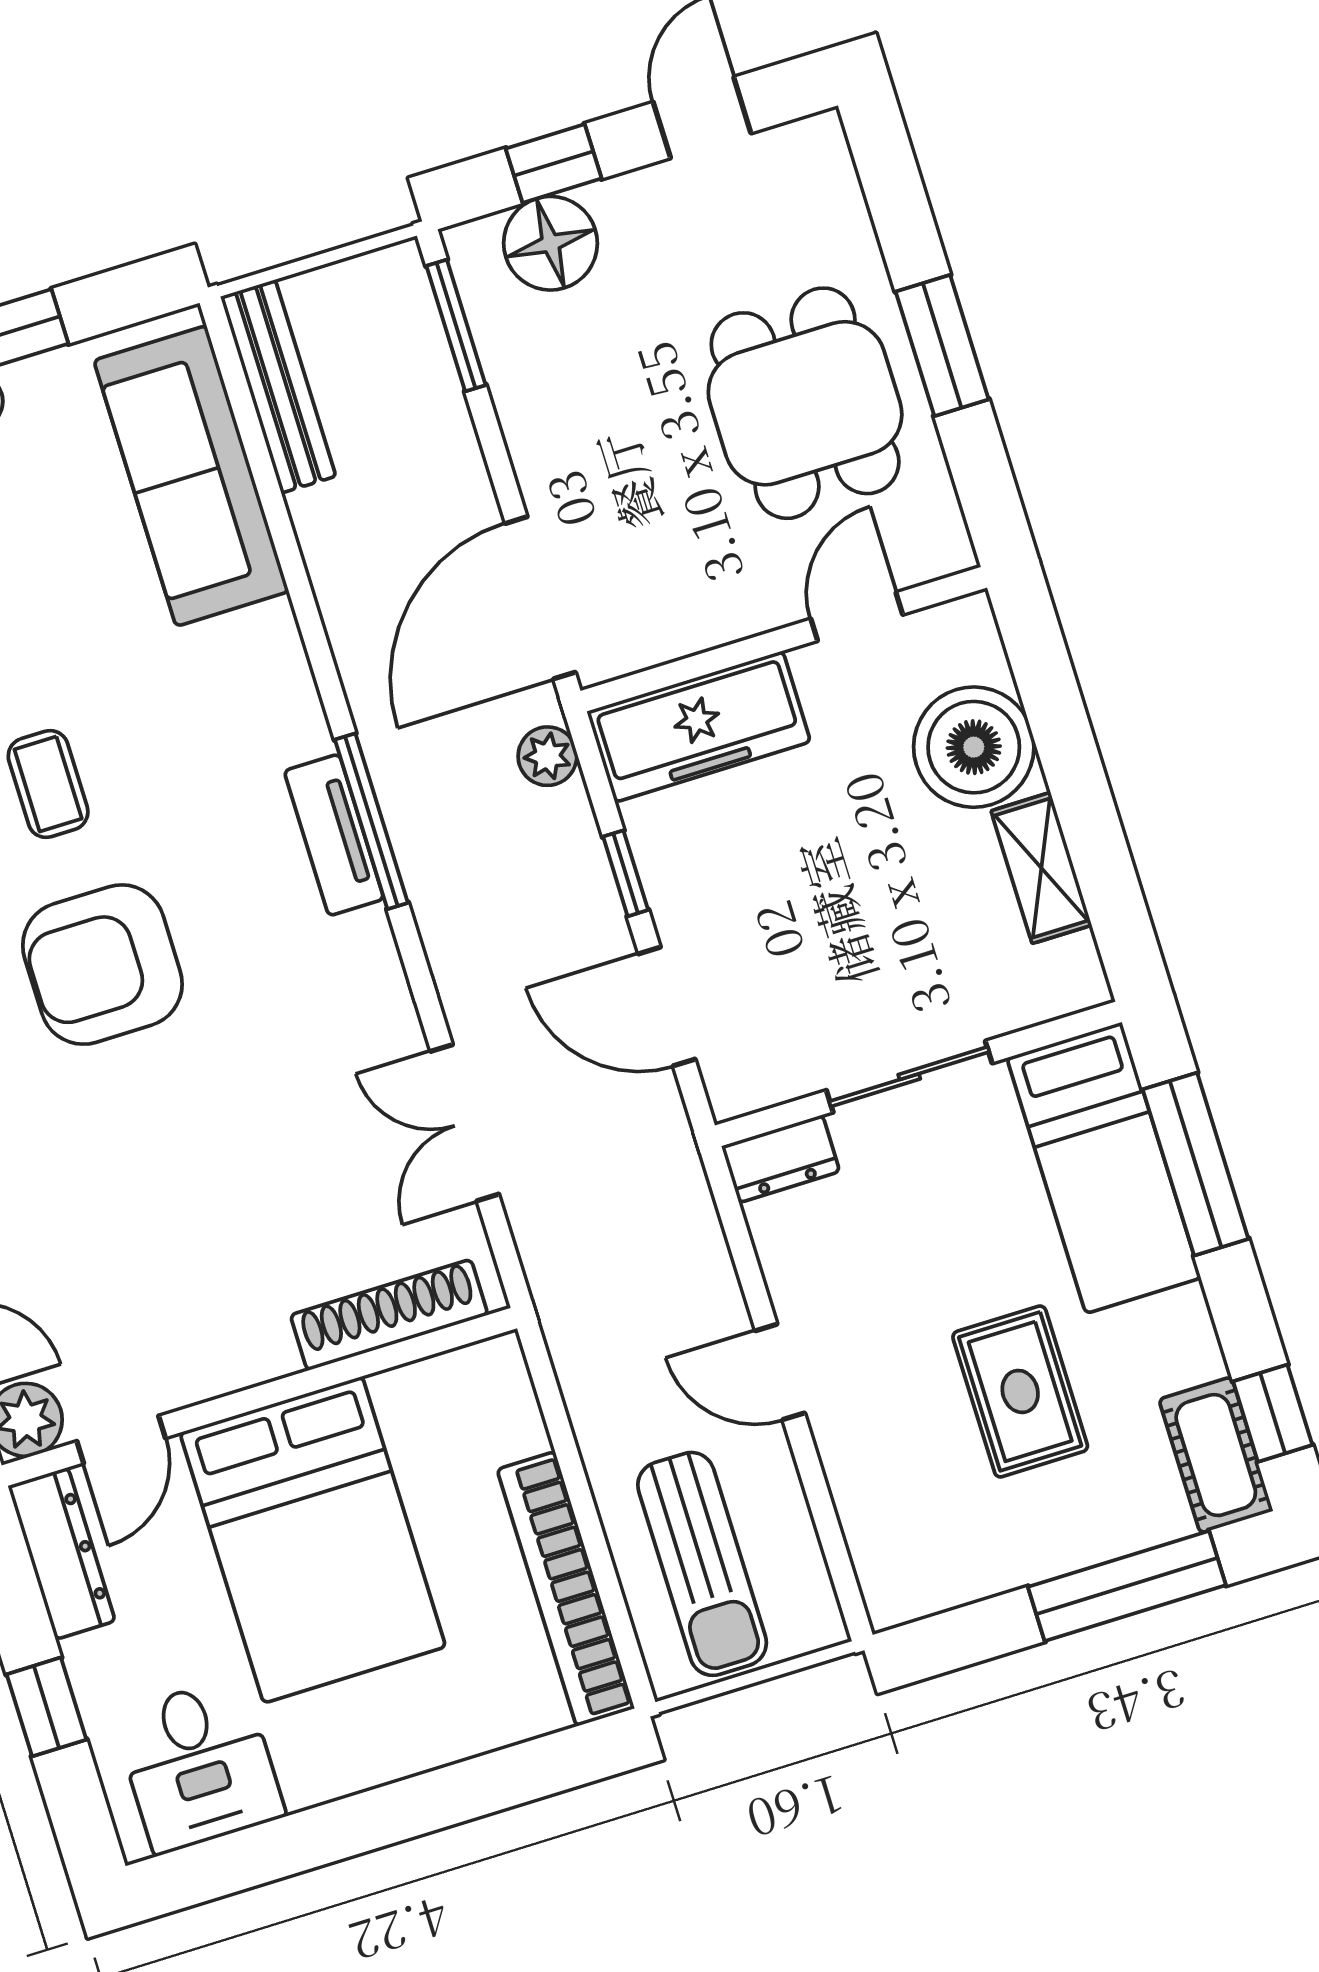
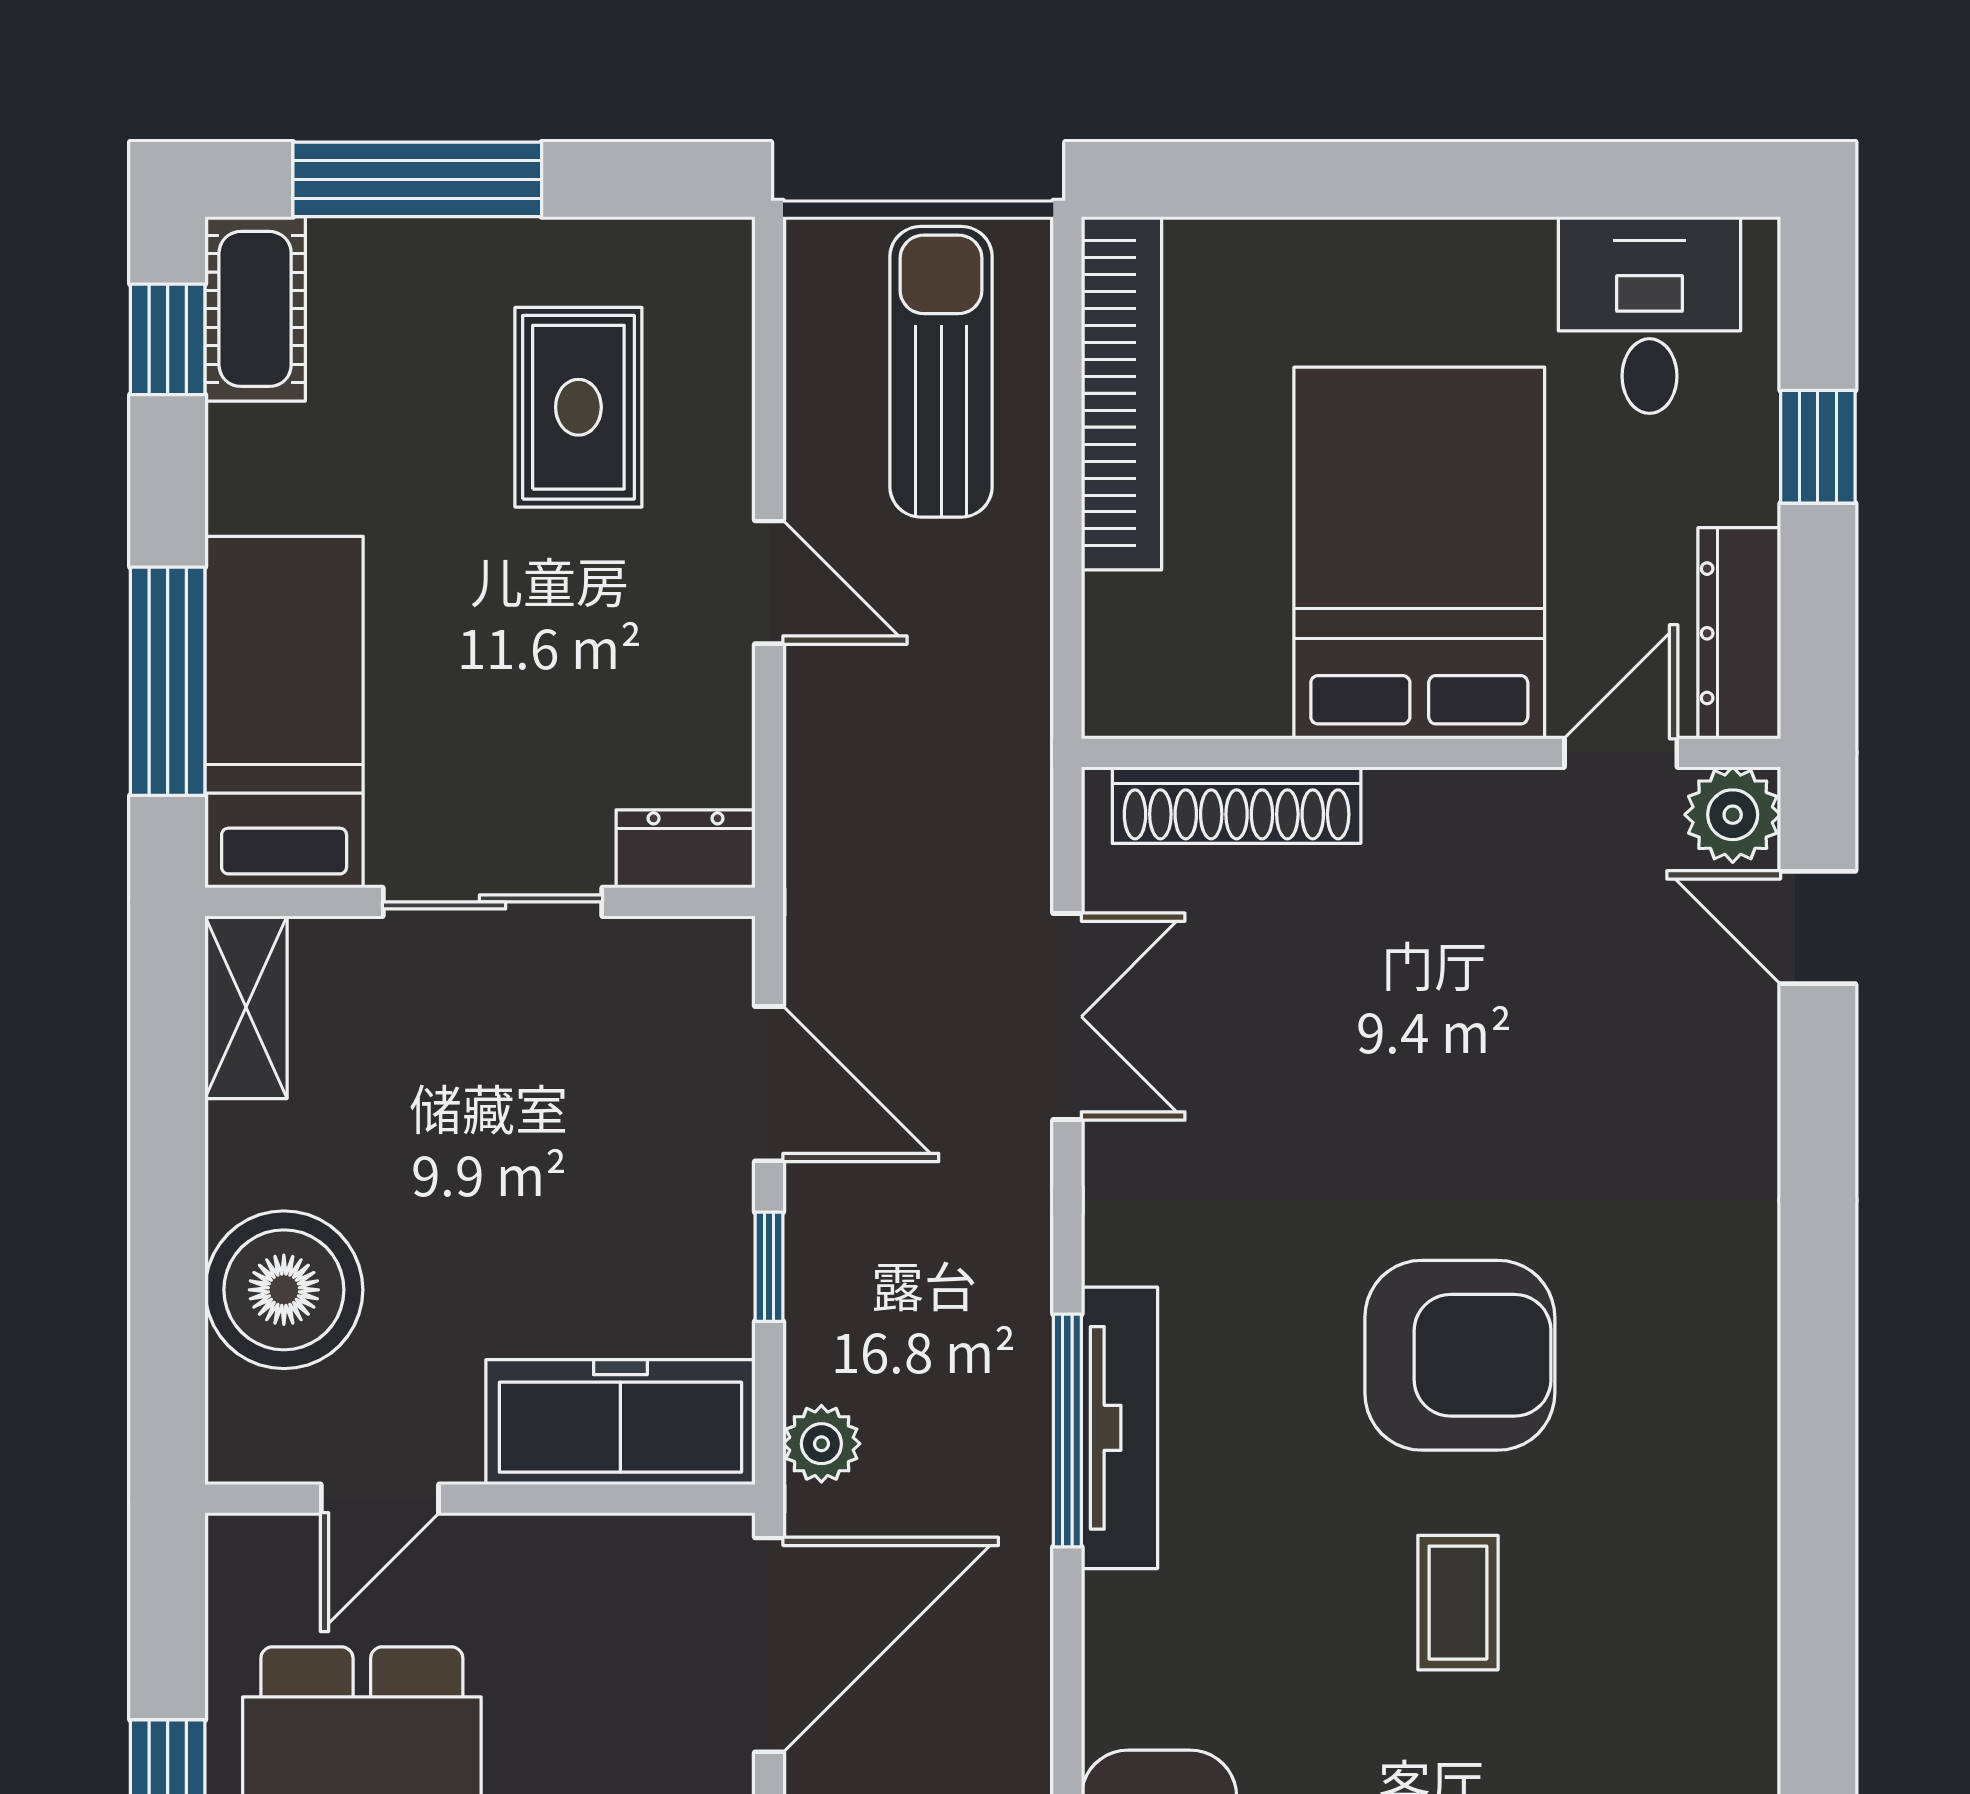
tv unit: (334, 835) -> (1119, 1428), width x1.41
shelving: (1041, 868) -> (246, 1007), moved
rug: (1020, 1391) -> (578, 407), moved

